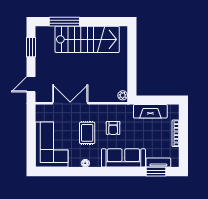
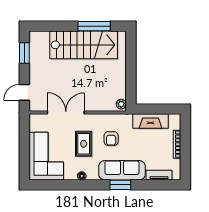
window: (64, 22) -> (94, 26), moved
window: (156, 172) -> (120, 185), moved

